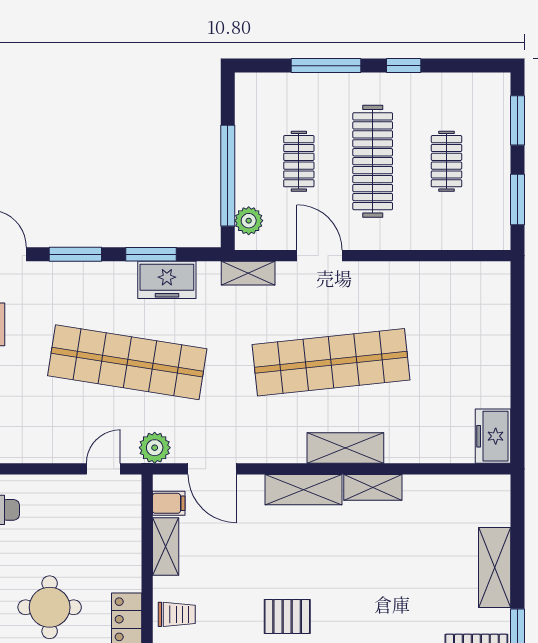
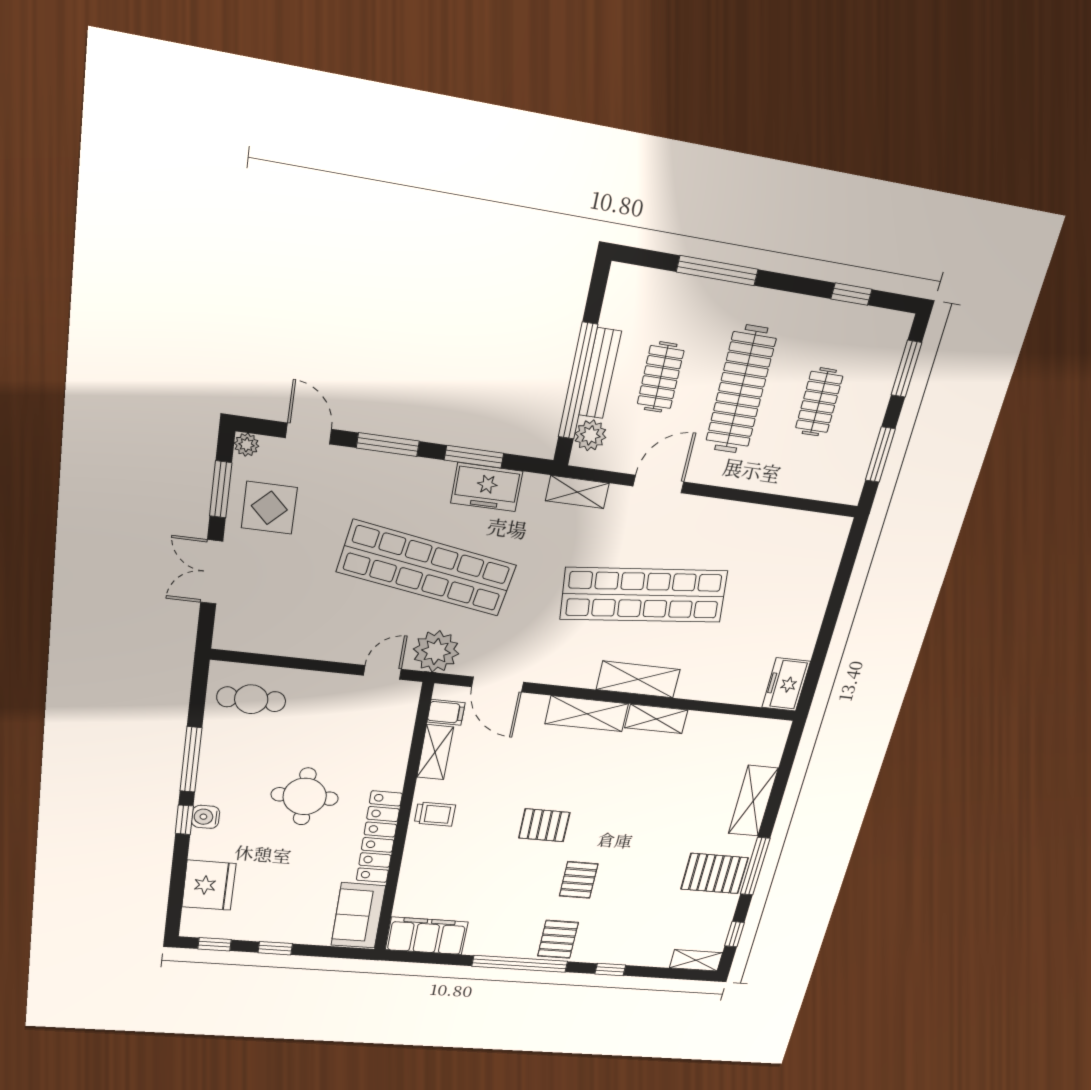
window: (404, 66) -> (851, 294), moved
bench: (245, 166) -> (600, 373), added
door: (320, 256) -> (658, 484), hinge flipped
plant: (155, 448) -> (436, 651), width x1.36, depth x1.36

